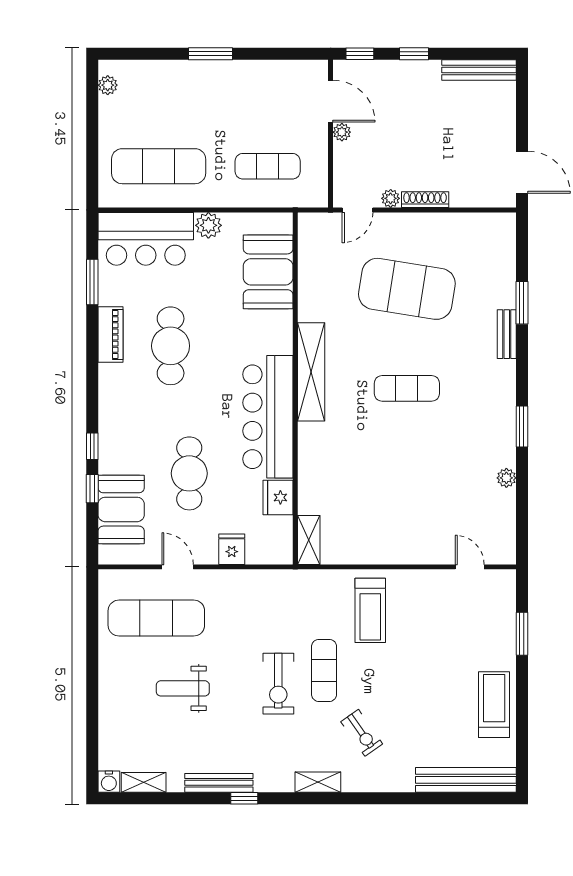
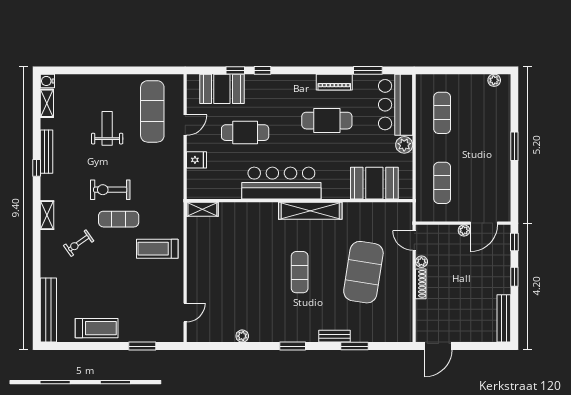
exercise mat: (159, 166) -> (442, 113), width x0.73, depth x0.69
window: (522, 426) -> (293, 346), moved
fridge: (278, 497) -> (230, 190), removed

